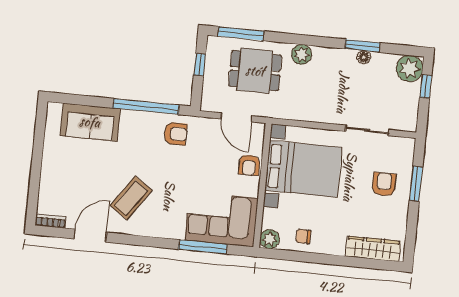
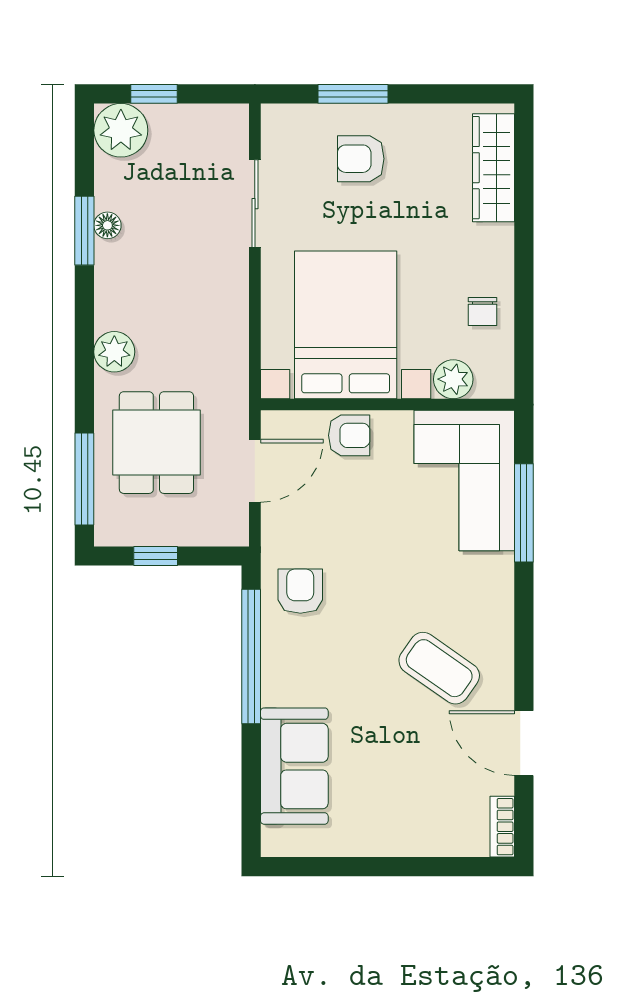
plant: (270, 239) -> (453, 379), moved

